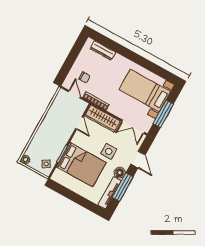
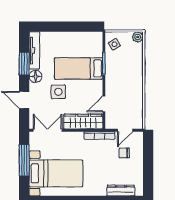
door: (74, 94) -> (125, 130), hinge flipped
door: (79, 123) -> (104, 104), hinge flipped
bed: (81, 165) -> (79, 68), width x0.67
window: (123, 187) -> (24, 64), width x0.69

